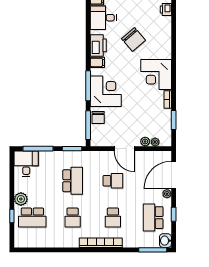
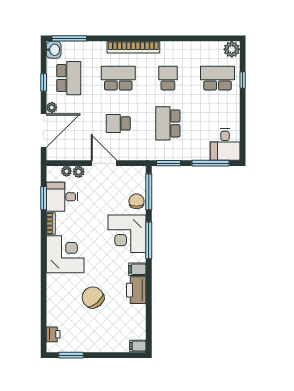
desk: (103, 18) -> (62, 197), moved, turned 180
plant: (21, 199) -> (232, 49), moved
school desk: (113, 218) -> (118, 78), width x1.85

